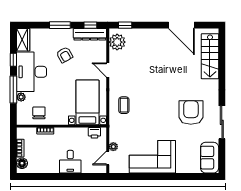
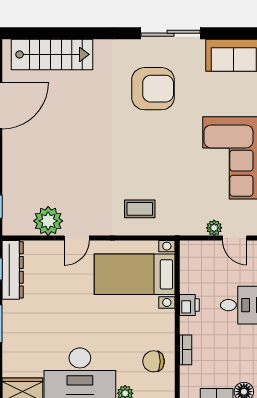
plant: (117, 42) -> (48, 221), moved
armchair: (65, 55) -> (49, 315), removed
armchair: (191, 113) -> (153, 89), turned 180
printer: (94, 133) -> (189, 305), moved

